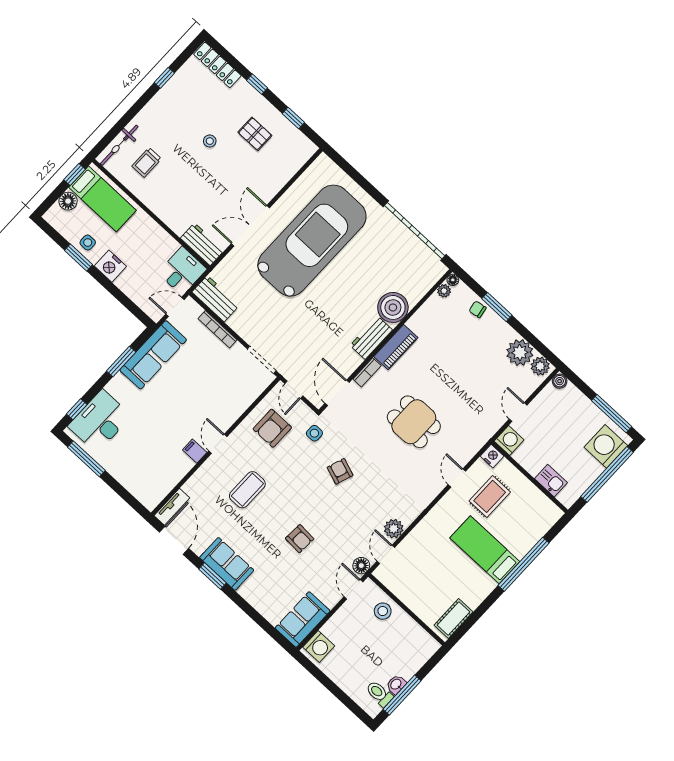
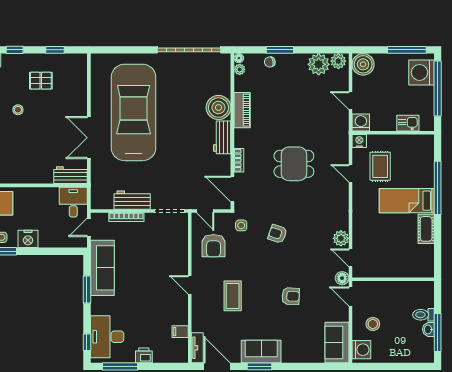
workbench: (216, 299) -> (132, 200), moved
piano: (396, 347) -> (242, 110), moved
boiler: (560, 381) -> (363, 64), width x1.86, depth x1.86
filing cabinet: (195, 451) -> (180, 332), moved
printer: (117, 469) -> (144, 355), added
stool: (383, 611) -> (373, 324), moved
cot: (453, 619) -> (426, 229), moved
toilet: (379, 694) -> (423, 315), moved

